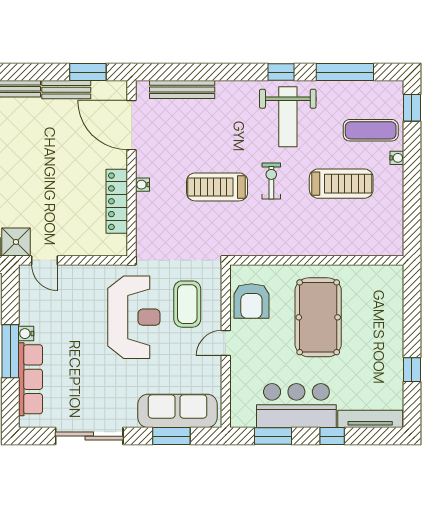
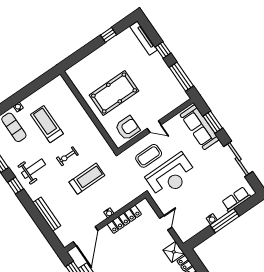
bench: (182, 89) -> (47, 214), moved
weight bench: (288, 117) -> (33, 169), width x0.73, depth x0.75
treadmill: (217, 187) -> (87, 179), turned -90
door: (45, 260) -> (166, 223), moved
reception desk: (134, 317) -> (171, 176), turned 180
row of seats: (30, 379) -> (236, 199), width x0.68
bar counter: (296, 406) -> (160, 75), removed
window: (273, 436) -> (181, 77), width x1.44

